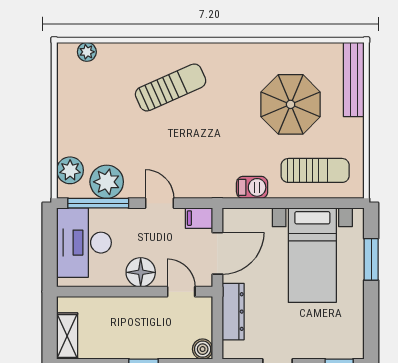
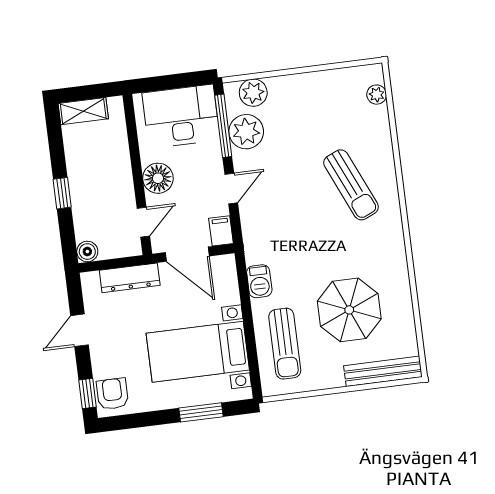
armchair: (342, 342) -> (112, 394), added

